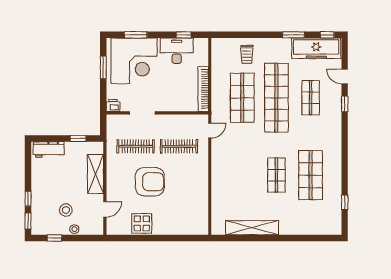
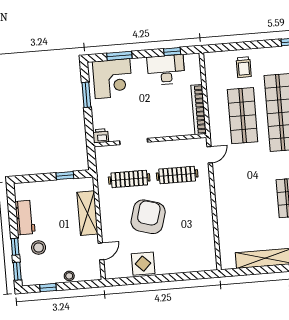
corner desk: (134, 61) -> (112, 79), width x0.74, depth x0.74
workbench: (49, 150) -> (25, 218), moved, turned -90
armchair: (150, 182) -> (148, 217), turned -74
stool: (66, 210) -> (39, 248), moved

